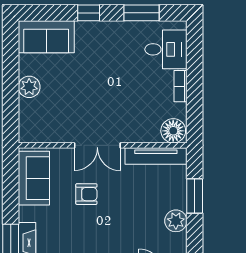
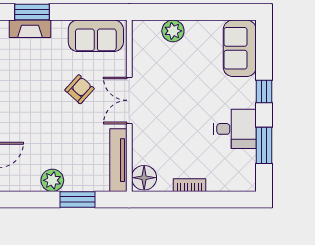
desk: (166, 49) -> (235, 129), moved, turned -90
plant: (29, 87) -> (173, 31), moved
armchair: (86, 194) -> (80, 89), turned -138

